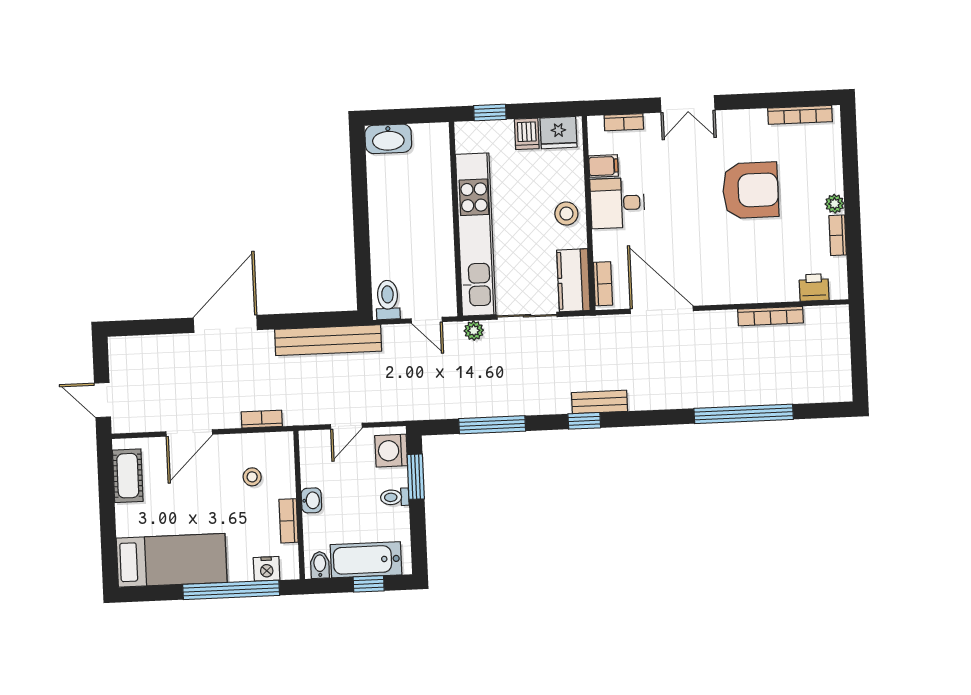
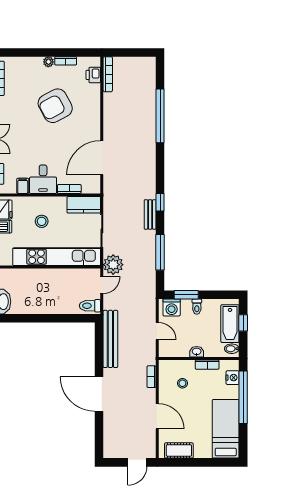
armchair: (750, 190) -> (55, 106), moved, turned -118
stool: (566, 214) -> (42, 221), moved
bookcase: (603, 284) -> (69, 189), moved
bookcase: (770, 316) -> (108, 74), moved
plant: (474, 331) -> (113, 265), width x1.87, depth x1.87
bench: (600, 402) -> (150, 214), moved

